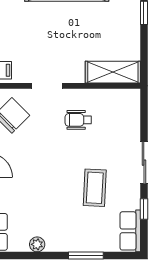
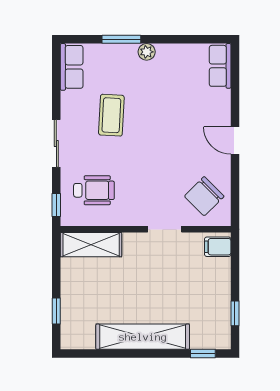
wheelchair: (78, 120) -> (94, 190), moved, width x1.36, depth x1.37
window: (144, 209) -> (56, 205), moved
plant: (37, 244) -> (147, 52), moved

